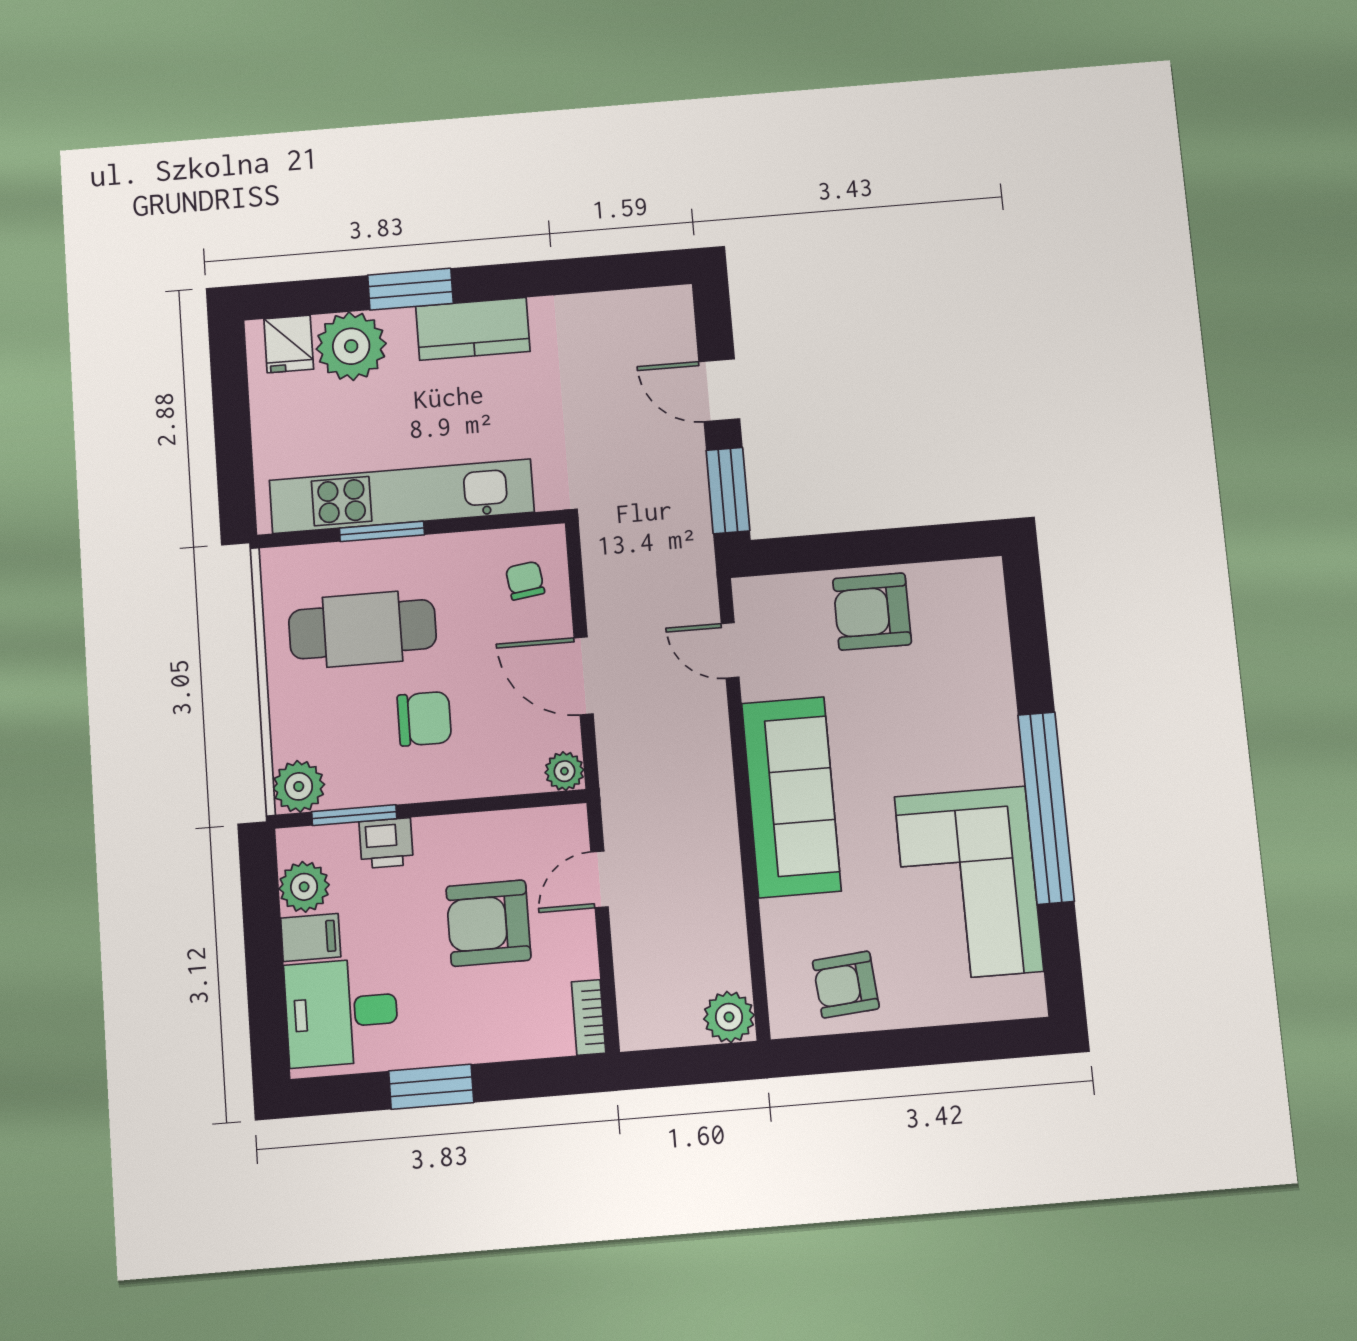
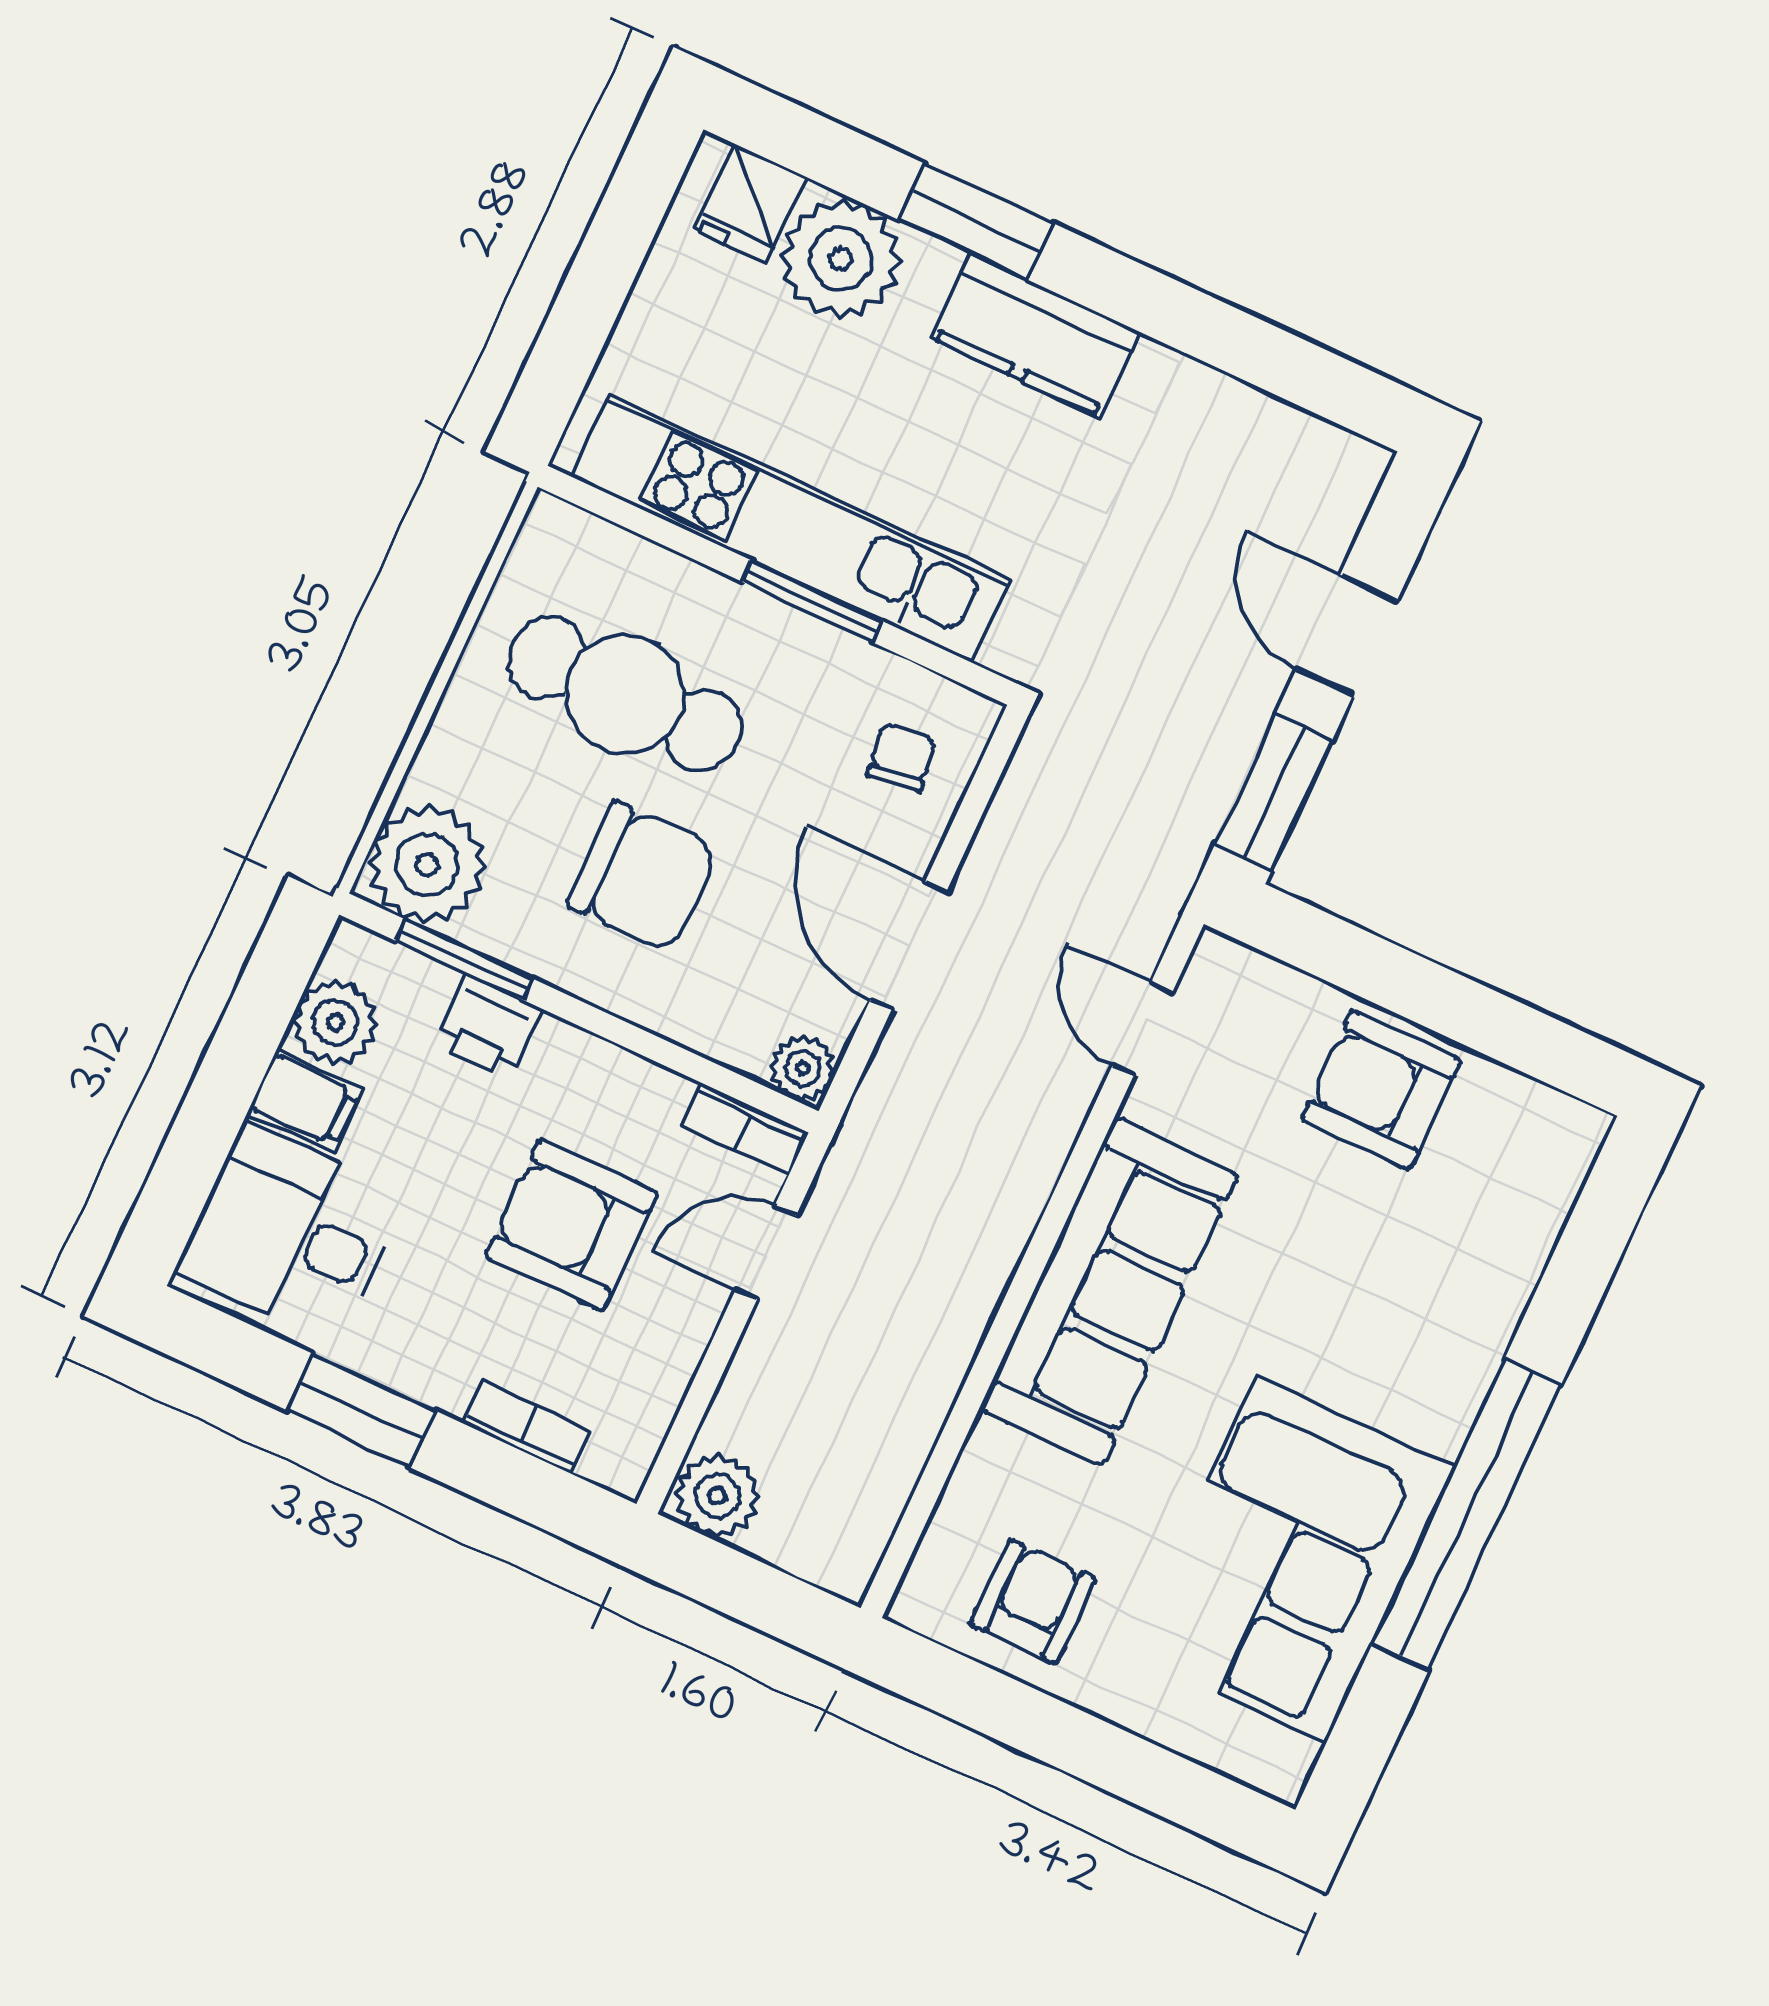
window: (382, 531) -> (812, 601), moved
chair: (424, 719) -> (642, 877), width x1.37, depth x1.37
plant: (299, 786) -> (427, 865), width x1.36, depth x1.36
bookcase: (552, 820) -> (746, 1129), added
armchair: (846, 985) -> (1033, 1602), turned 95
bookcase: (589, 1017) -> (527, 1427), moved, turned 90
plant: (729, 1017) -> (717, 1496), moved

